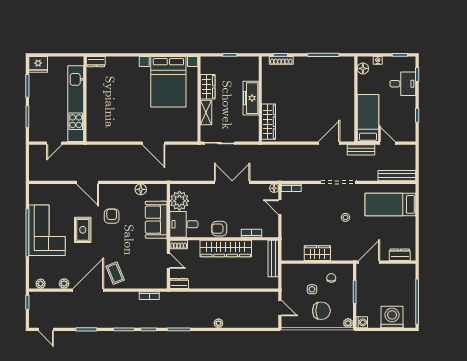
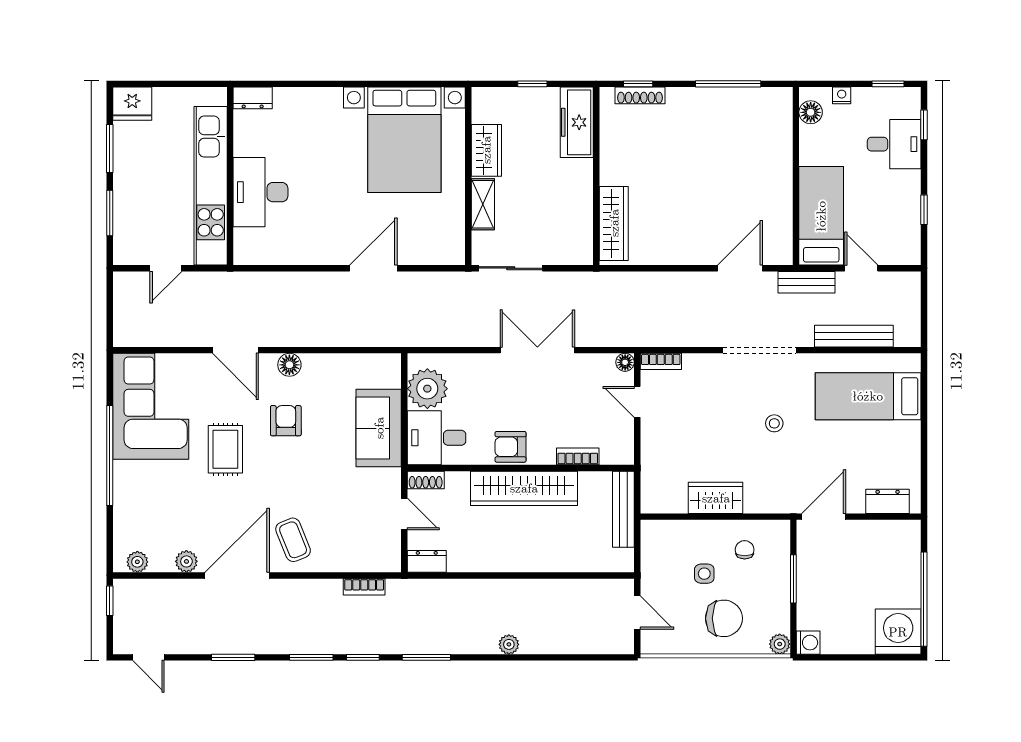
freezer: (251, 98) -> (577, 122), moved
desk: (100, 107) -> (260, 192), added
door: (154, 143) -> (373, 268), swing flipped
bench: (397, 176) -> (854, 336), moved
floor lamp: (141, 189) -> (289, 365), moved
corner sofa: (47, 230) -> (151, 406), moved
washing machine: (392, 317) -> (898, 632), moved

